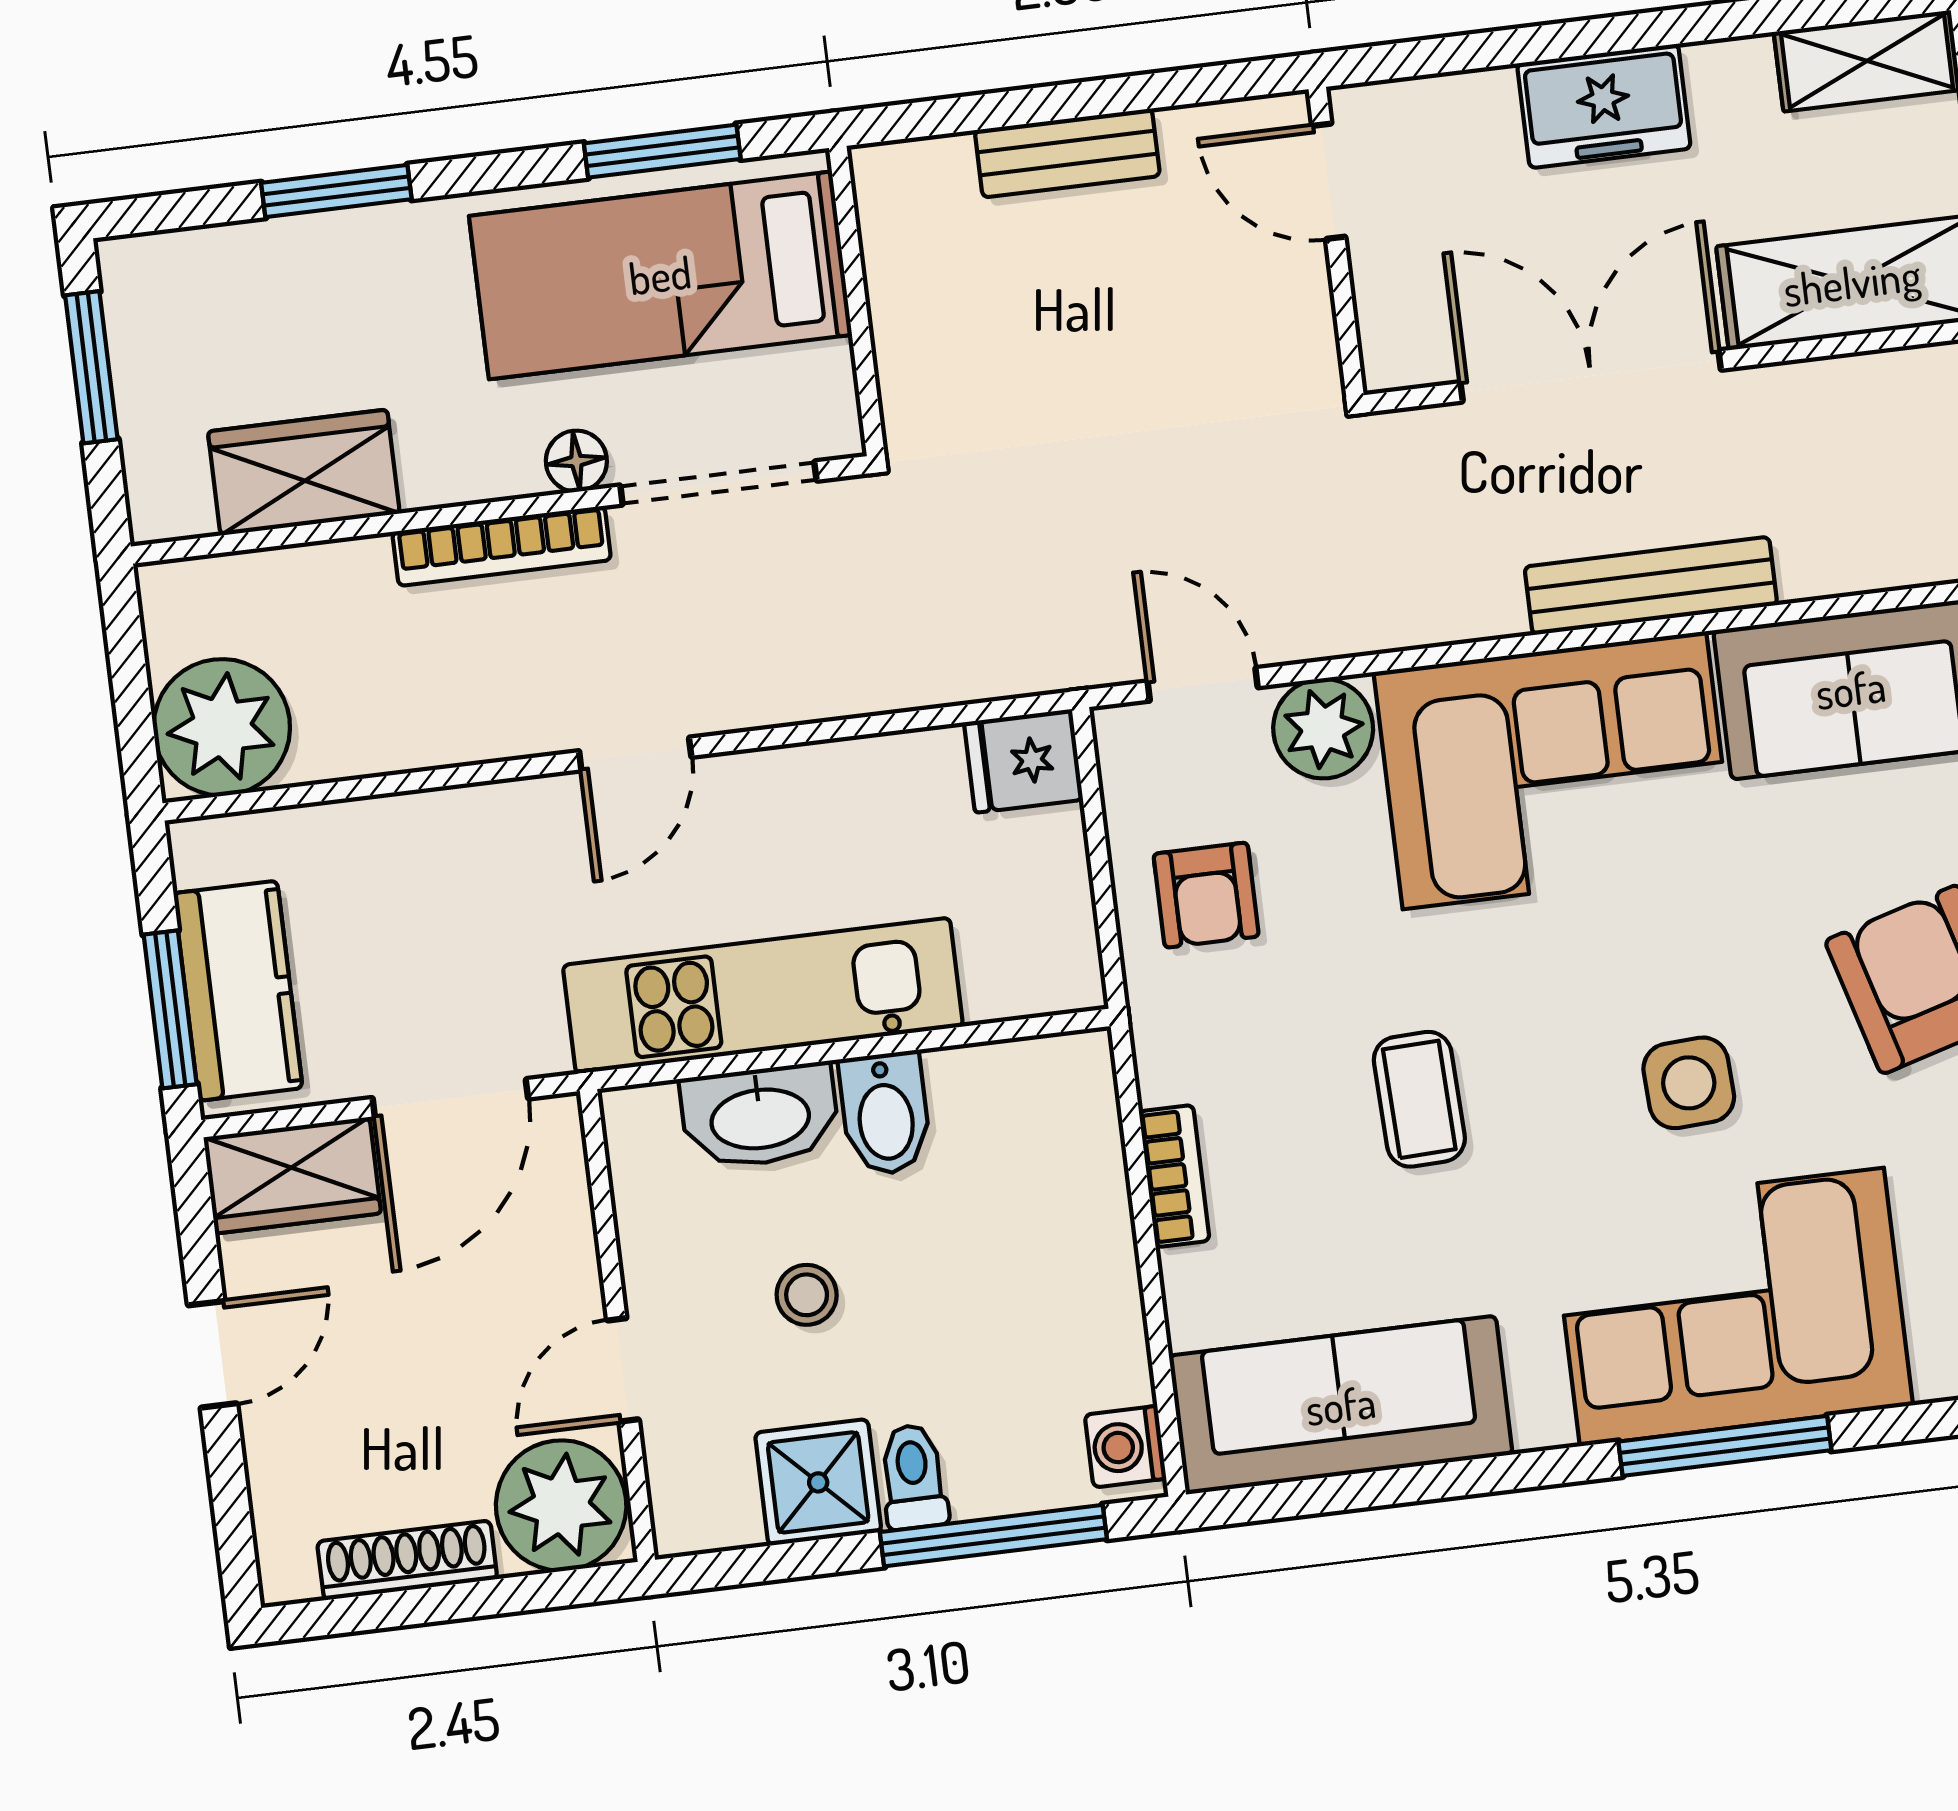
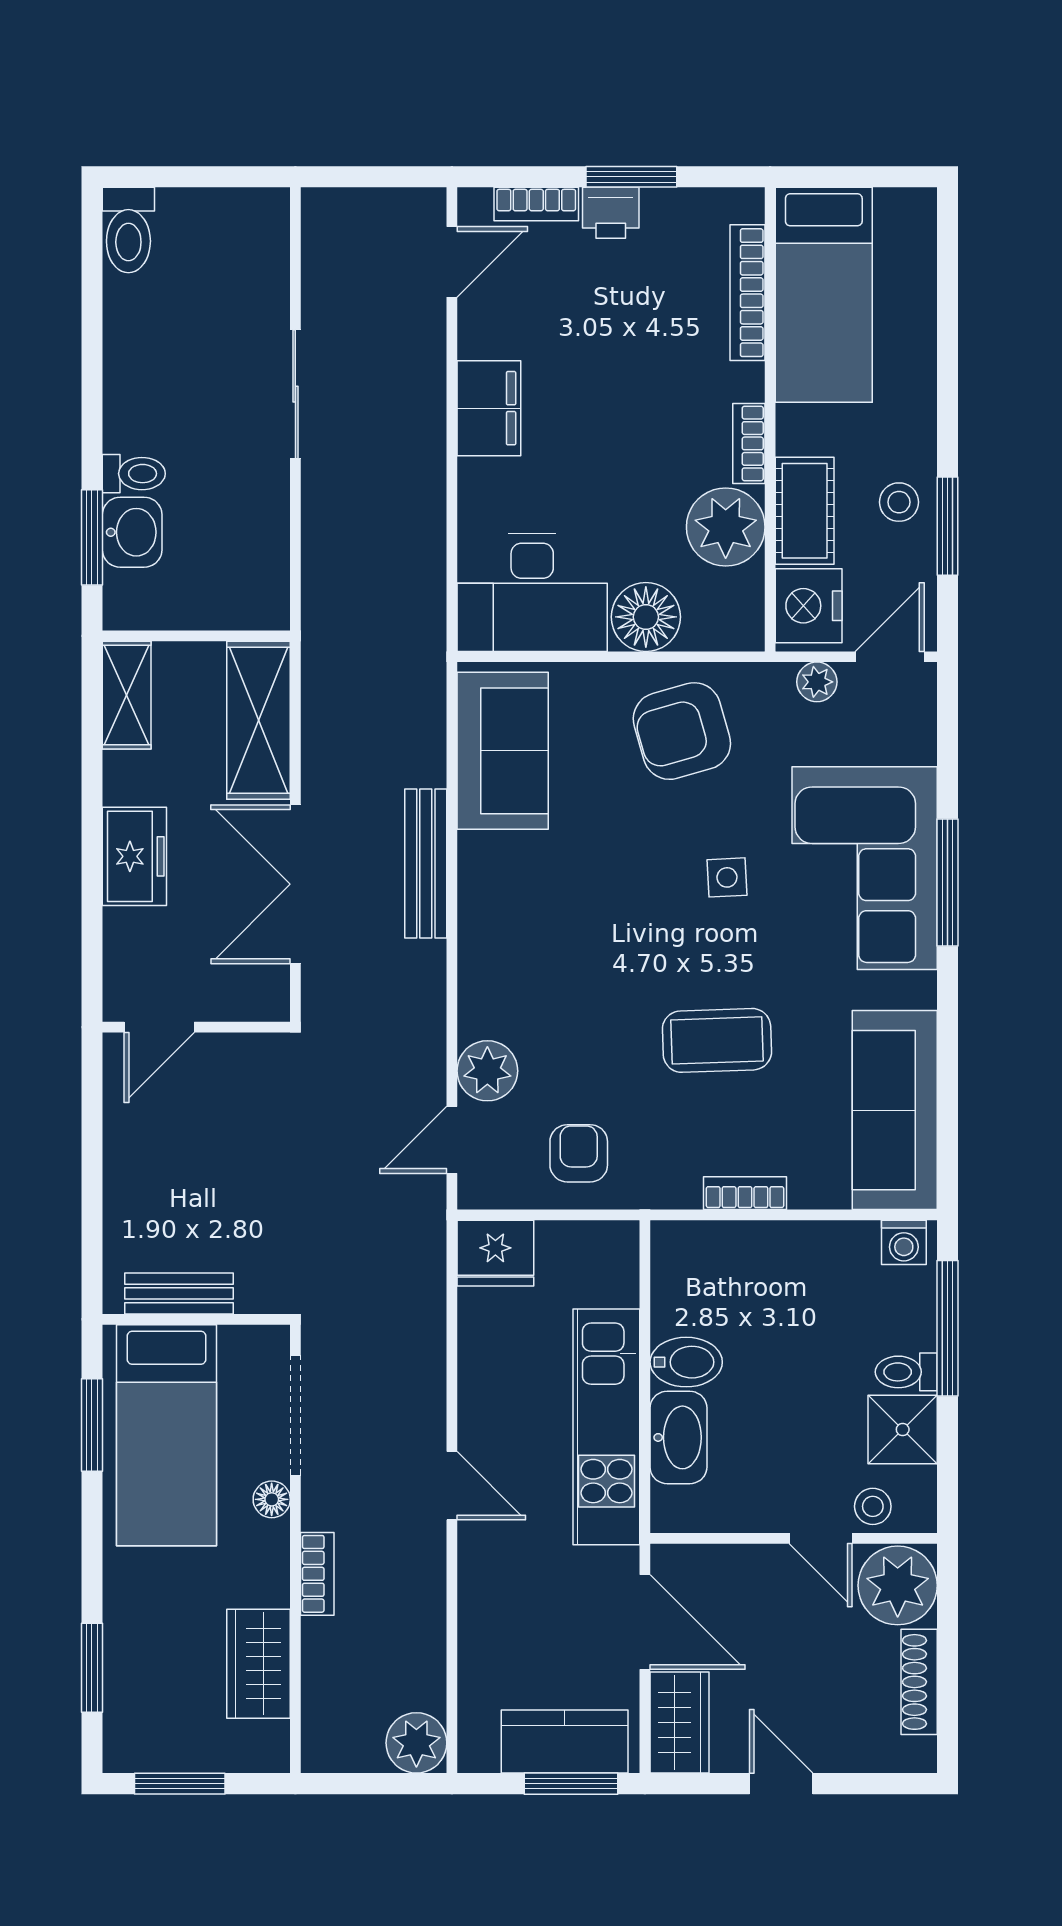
bench: (1067, 153) -> (179, 1293), moved, turned 90
window: (336, 191) -> (92, 1668), moved
bookcase: (502, 546) -> (317, 1574), width x0.64
plant: (222, 727) -> (416, 1743), width x0.73, depth x0.73
fridge: (1023, 761) -> (495, 1253), width x1.38
corner sofa: (1554, 770) -> (529, 935), removed
armchair: (1206, 895) -> (579, 1153), turned -90
side table: (1689, 1083) -> (727, 877), width x0.73, depth x0.73
coffee table: (1419, 1099) -> (717, 1040), width x1.36, depth x1.30
stool: (807, 1295) -> (873, 1506), moved

